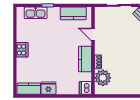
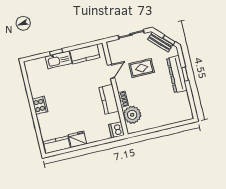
kitchen sink: (36, 13) -> (58, 60), moved
door: (93, 34) -> (111, 71), swing flipped
rug: (121, 38) -> (142, 68), added

